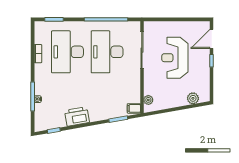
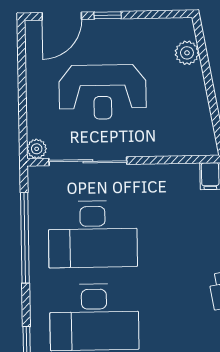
door: (212, 39) -> (62, 16), hinge flipped
plant: (148, 100) -> (37, 149), moved

